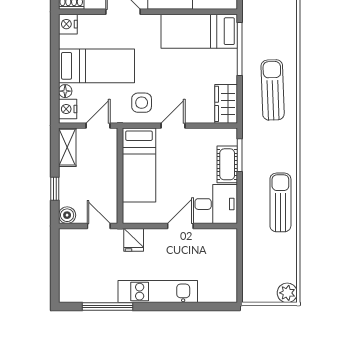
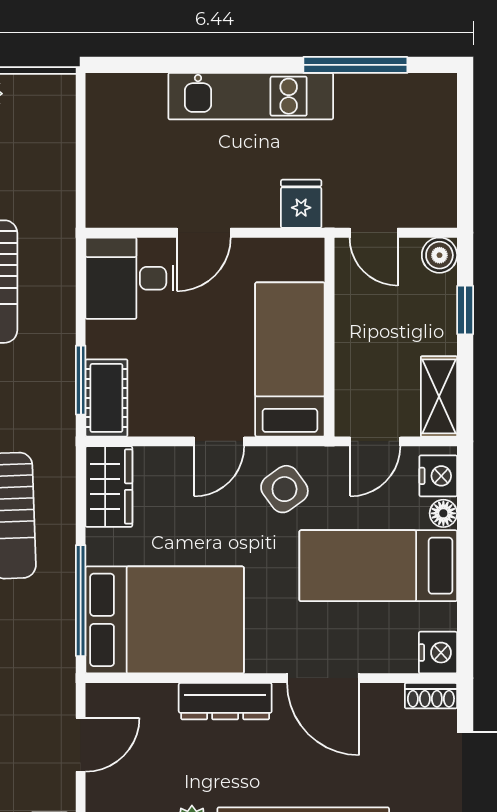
bed: (199, 31) -> (165, 620), width x1.50
side table: (142, 103) -> (284, 489), turned -36
cot: (227, 164) -> (106, 398), moved

